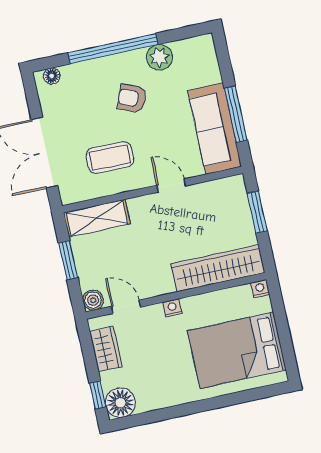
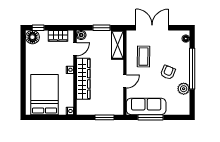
wardrobe: (218, 268) -> (83, 79), moved

